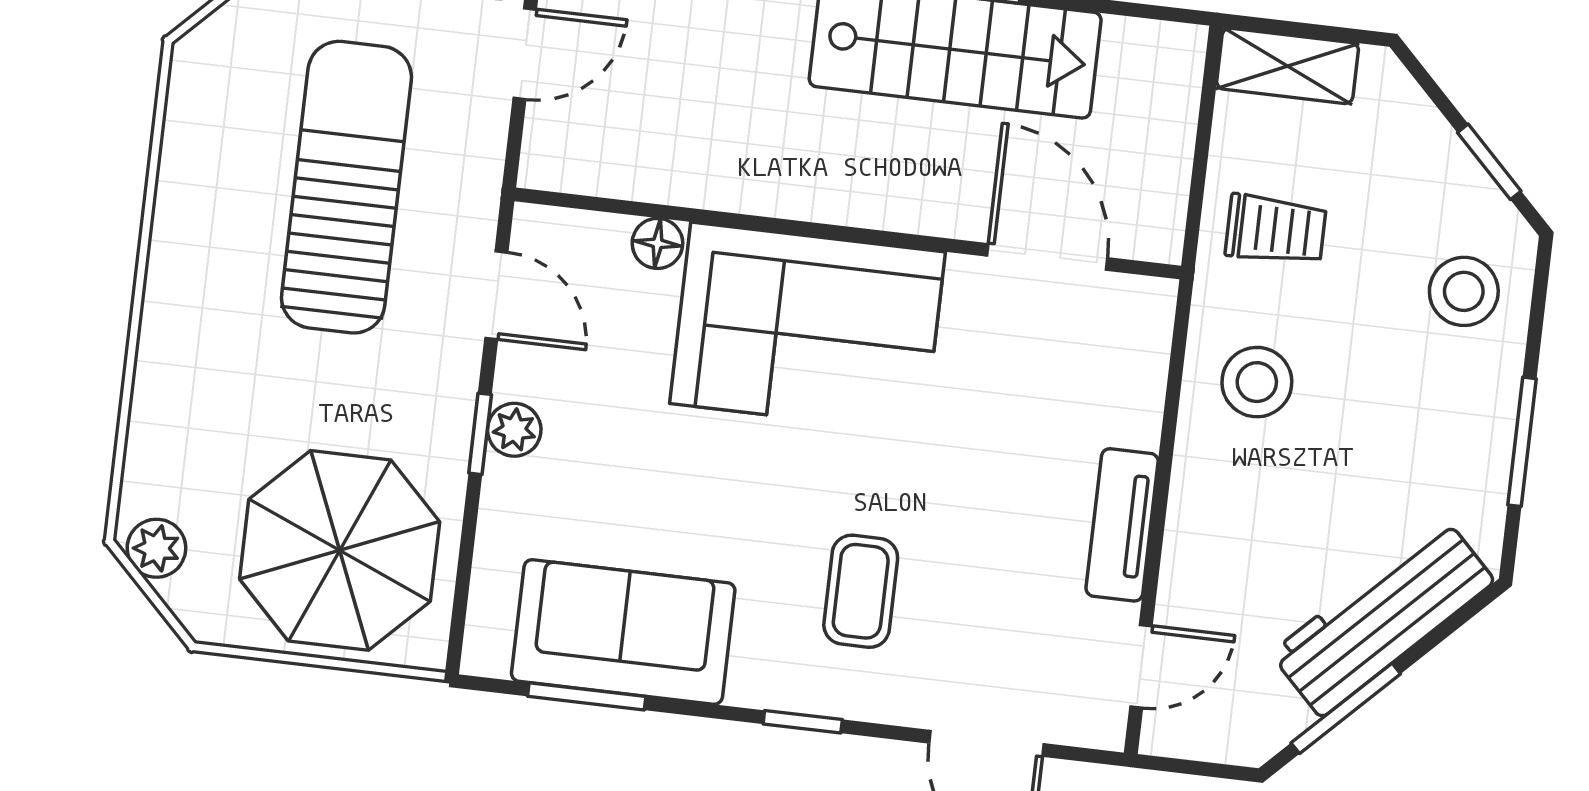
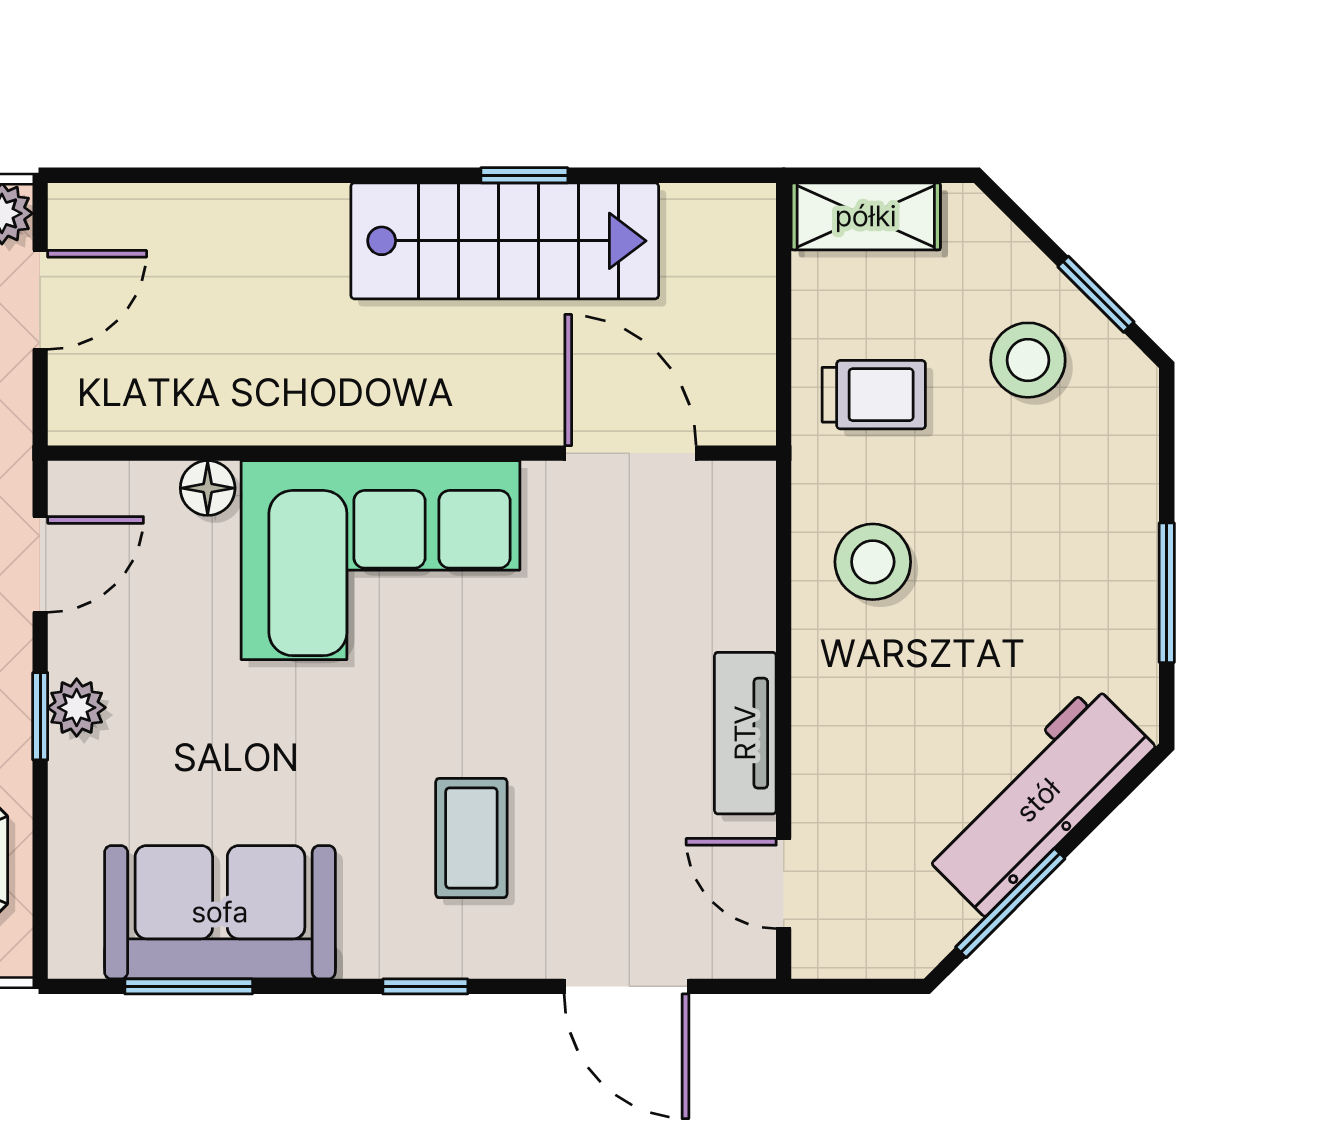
stool: (1464, 291) -> (1028, 360), moved
door: (496, 295) -> (40, 564), hinge flipped
door: (1141, 666) -> (784, 884), swing flipped

